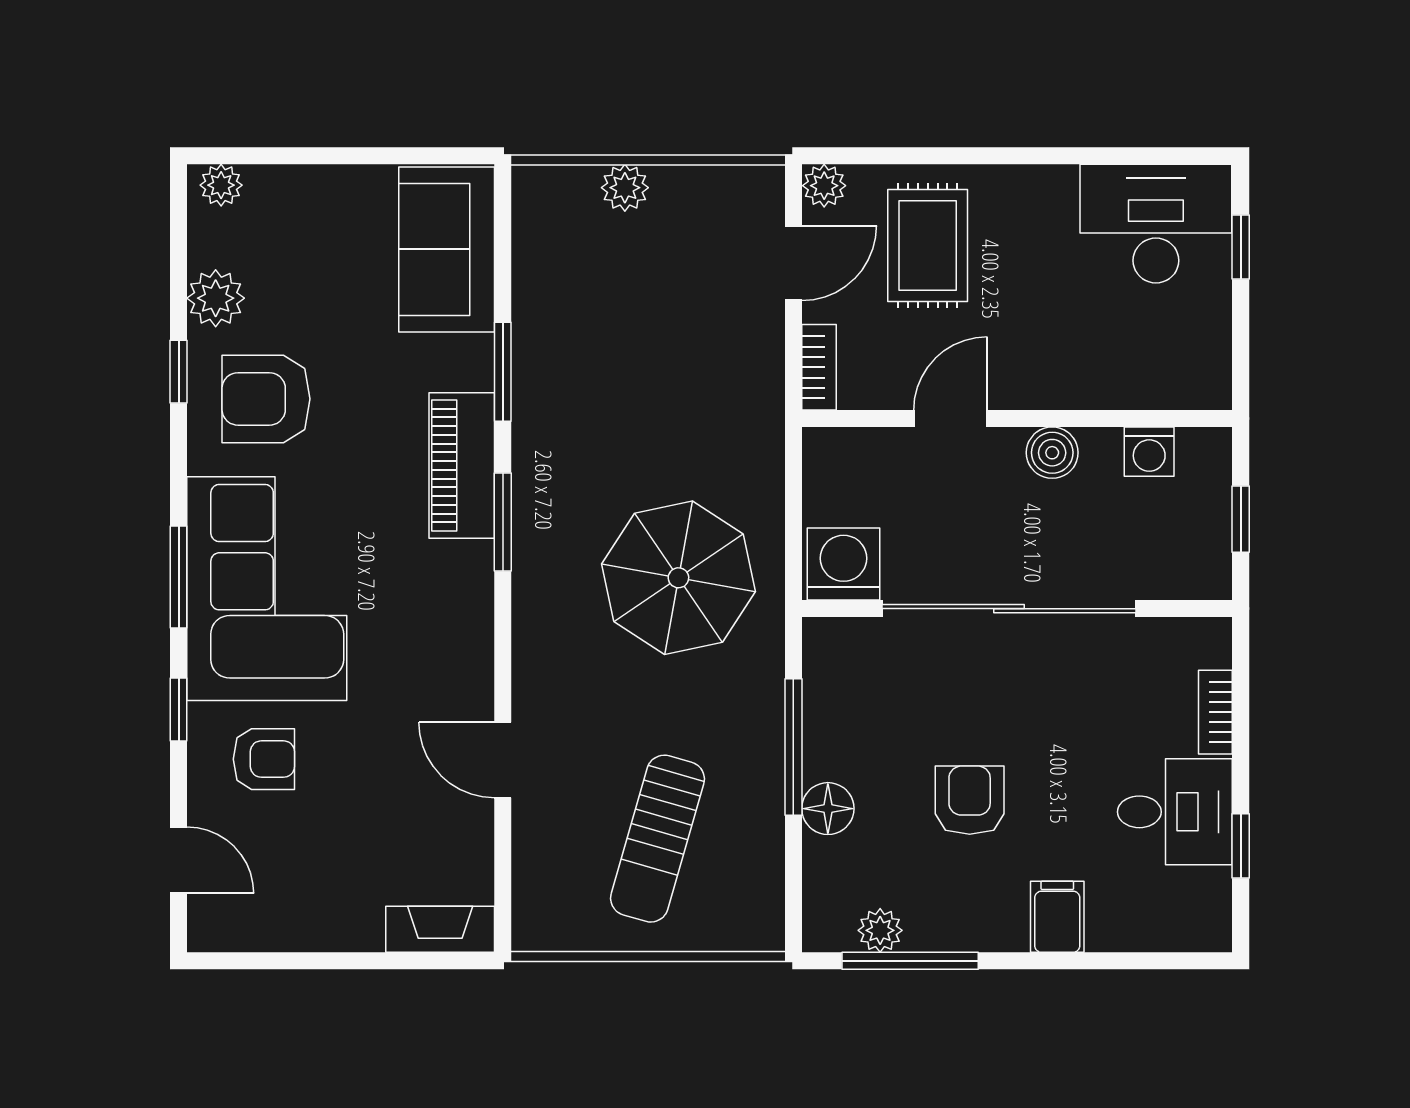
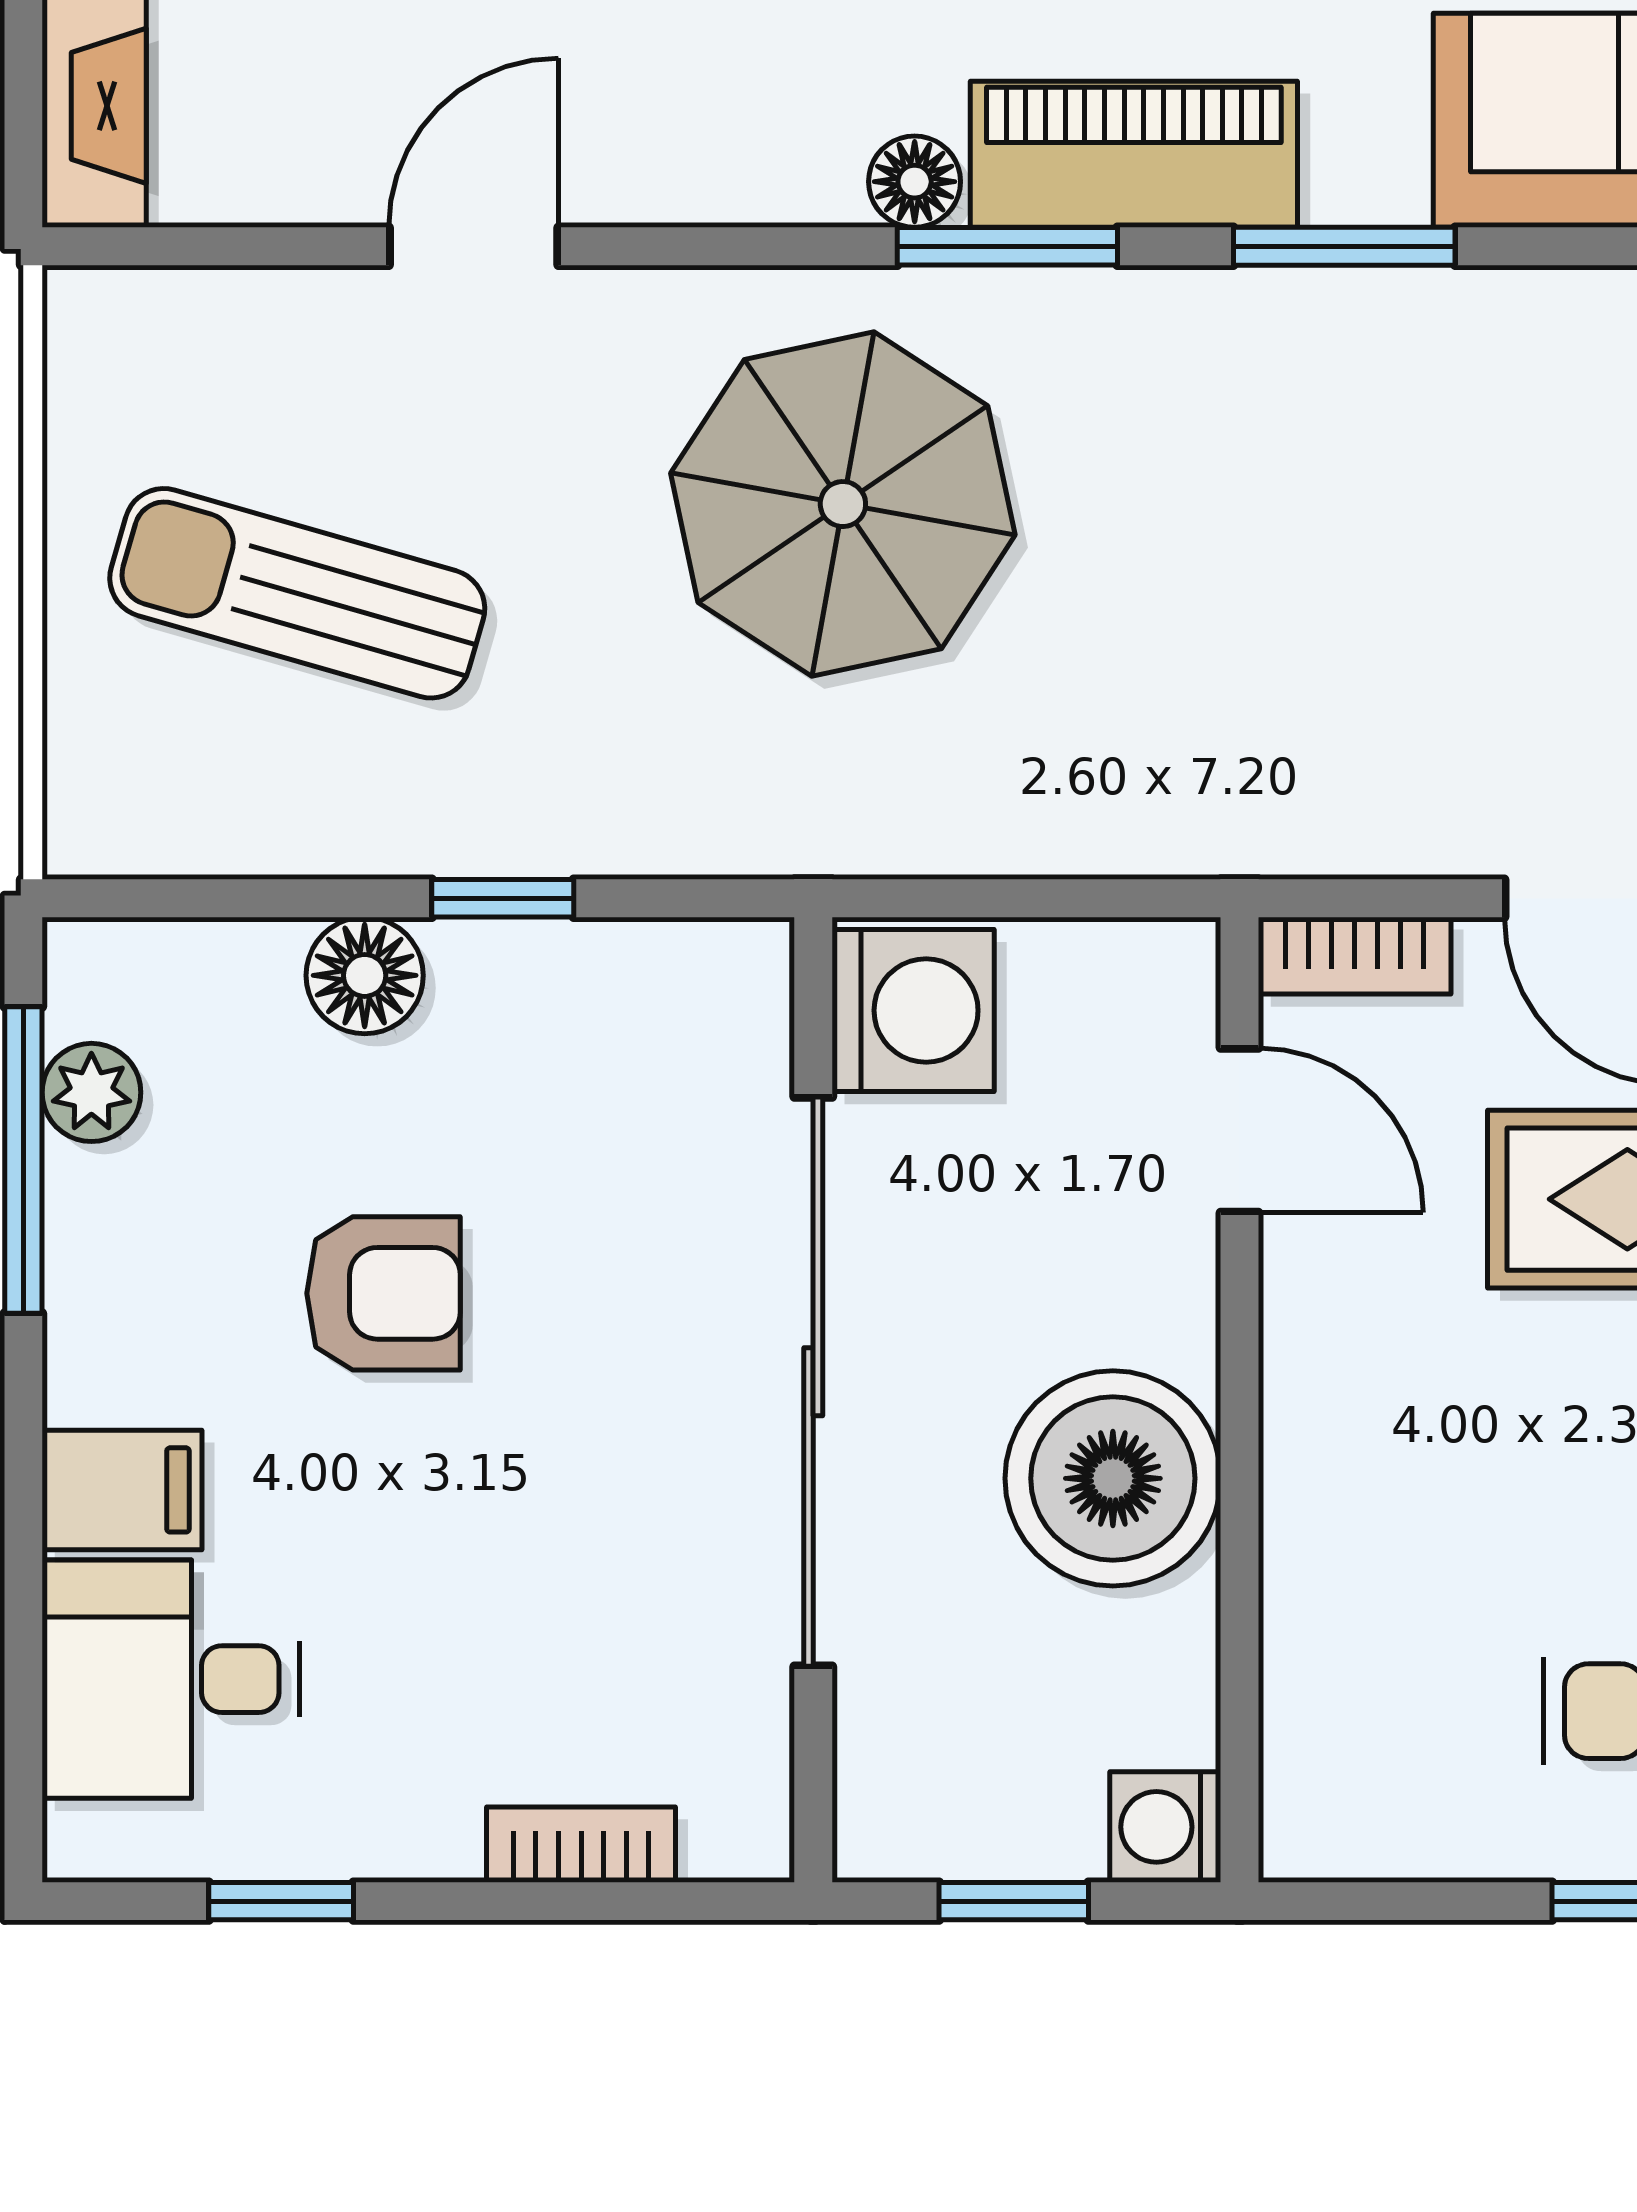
door: (951, 419) -> (1239, 1130), moved
washing machine: (1149, 452) -> (1165, 1827), moved
boiler: (1052, 453) -> (1113, 1478), width x1.86, depth x1.86
floor lamp: (474, 563) -> (915, 182), added
parasol: (678, 578) -> (843, 504), moved
window: (793, 747) -> (503, 898), width x0.46
desk: (1175, 812) -> (171, 1679), moved, turned 90

